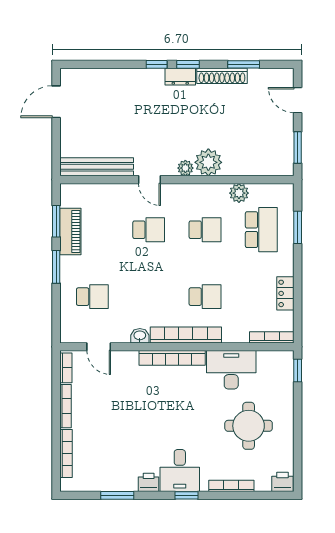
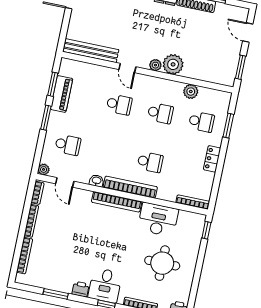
school desk: (261, 230) -> (201, 122), width x0.54
locker: (285, 293) -> (212, 159), moved
plant: (67, 336) -> (44, 169), added

